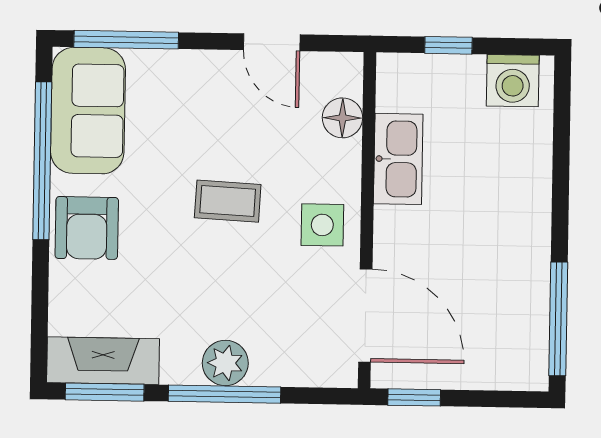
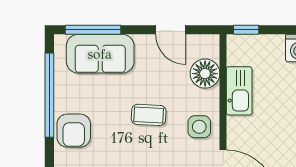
window: (448, 45) -> (246, 30), moved
sofa: (88, 111) -> (100, 54), moved, turned 90
floor lamp: (342, 118) -> (205, 74), width x1.38, depth x1.38

